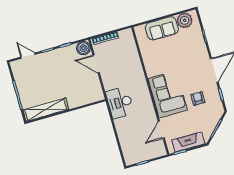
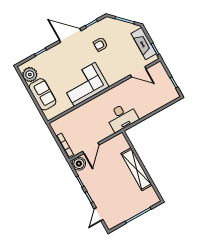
corner sofa: (168, 94) -> (85, 84), moved
shelving: (46, 110) -> (137, 169), moved

